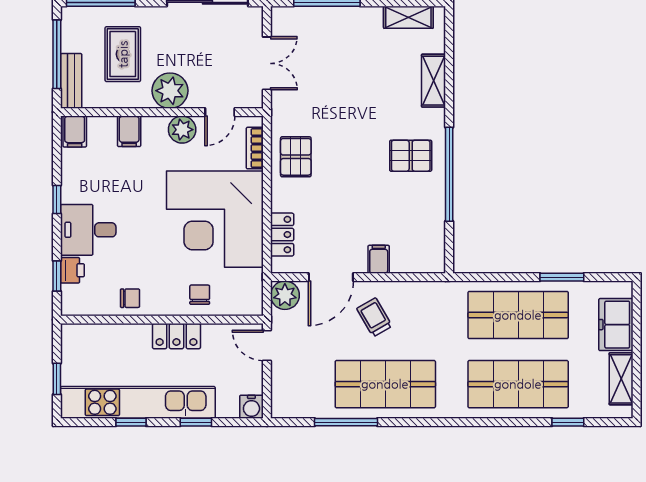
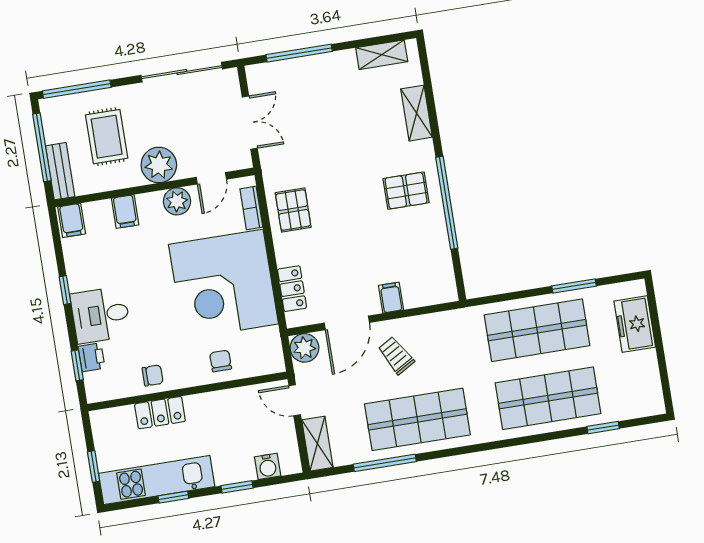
locker: (176, 336) -> (160, 413), moved
shelving: (621, 379) -> (317, 444), moved
kitchen unit: (138, 402) -> (157, 480), width x0.73
water cooler: (251, 407) -> (268, 466), moved

